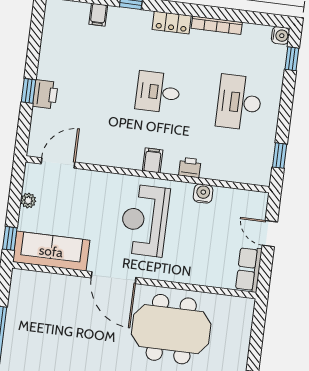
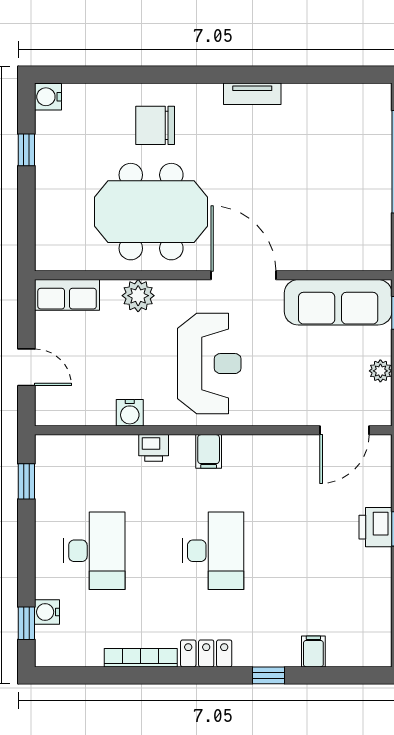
water cooler: (280, 35) -> (47, 612), moved
desk: (158, 92) -> (213, 551), width x1.37
row of seats: (249, 269) -> (67, 295), moved, turned 90
plant: (187, 273) -> (138, 296), added

